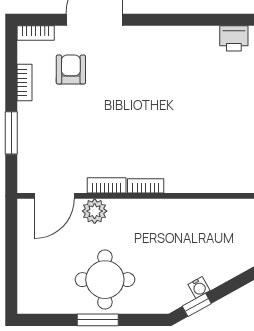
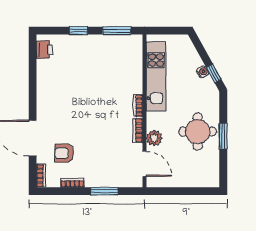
kitchen unit: (192, 214) -> (156, 76), added

